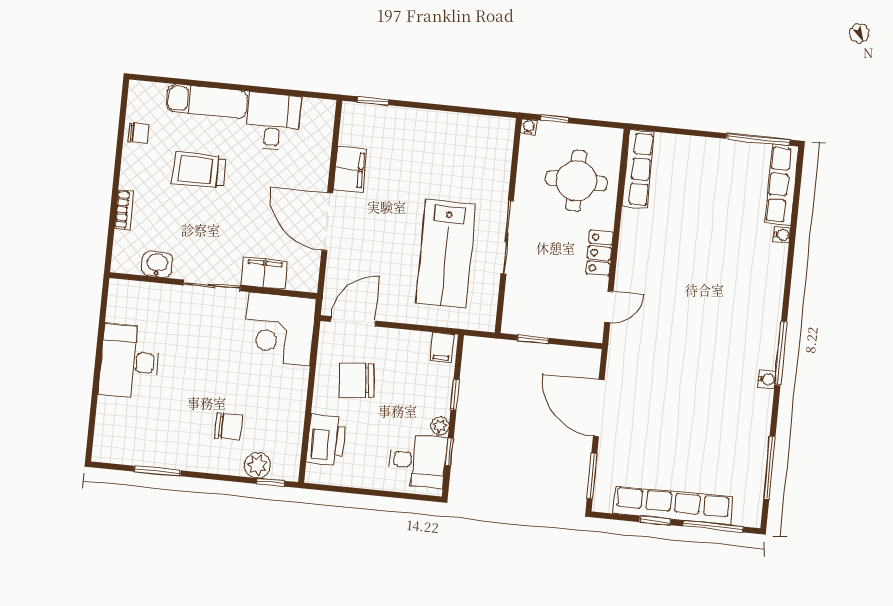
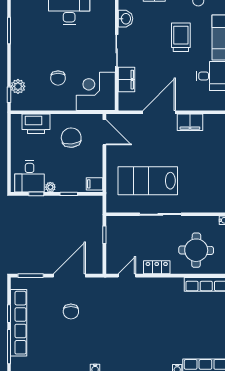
door: (609, 307) -> (127, 276), swing flipped
chair: (662, 411) -> (71, 312), added
chair: (228, 427) -> (58, 78), moved

